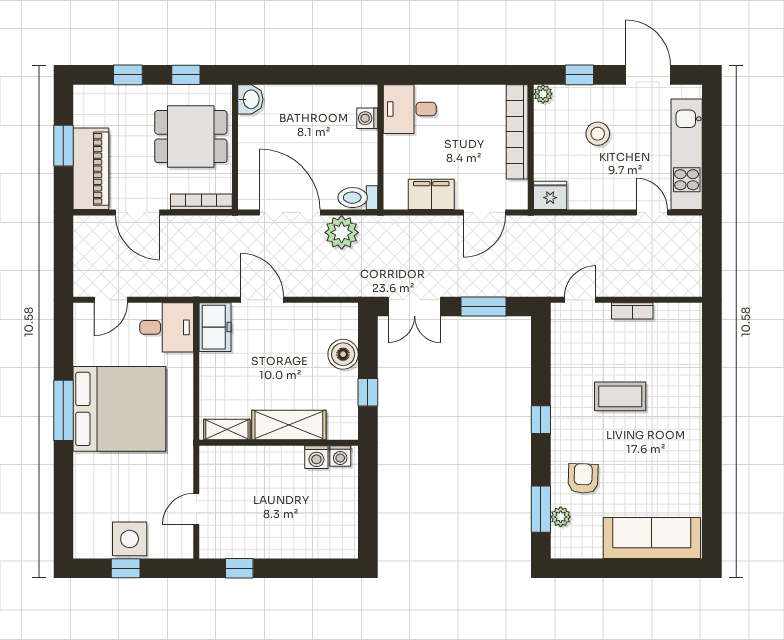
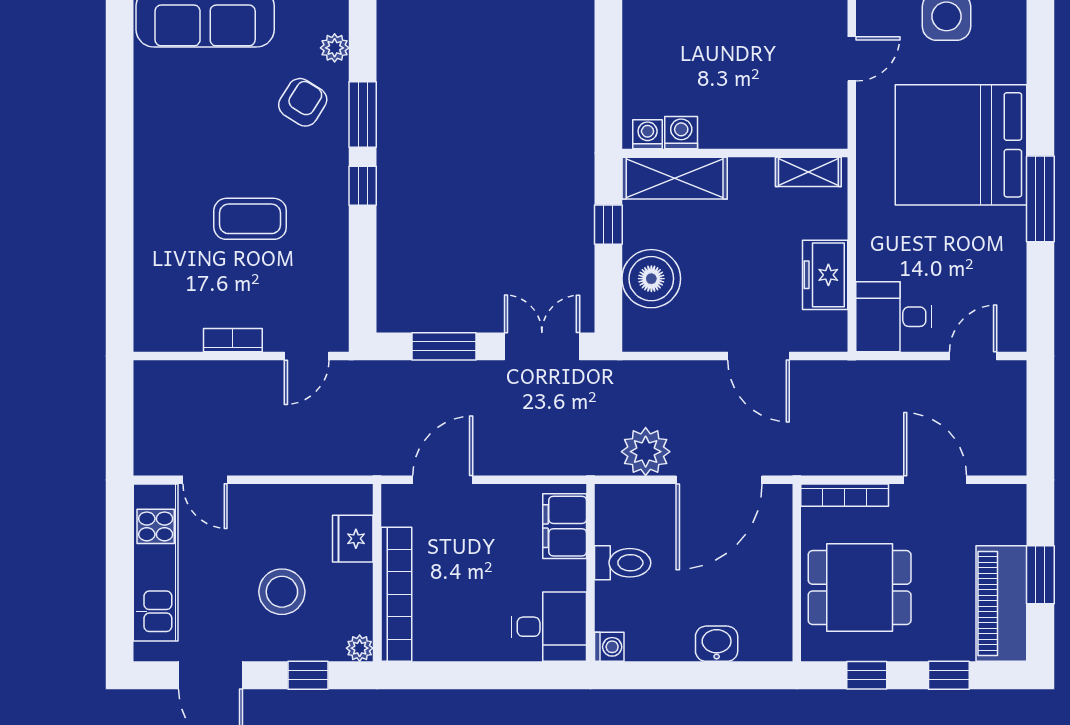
washbasin: (250, 99) -> (717, 644), moved, turned 90
washing machine: (367, 118) -> (609, 647), moved
stool: (598, 134) -> (282, 592), width x1.38, depth x1.38
piano: (91, 169) -> (1001, 603), moved
filing cabinet: (431, 194) -> (565, 526), moved, turned 90
fridge: (550, 195) -> (353, 539), moved, turned 90
toilet: (358, 198) -> (623, 563), moved
door: (290, 212) -> (719, 480), hinge flipped
freezer: (215, 327) -> (825, 275), moved
boiler: (343, 354) -> (651, 279), width x1.37, depth x1.37
bed: (119, 409) -> (961, 145), moved
shelving: (289, 425) -> (675, 178), moved
armchair: (583, 478) -> (303, 102), turned -150
window: (541, 509) -> (363, 114), moved

